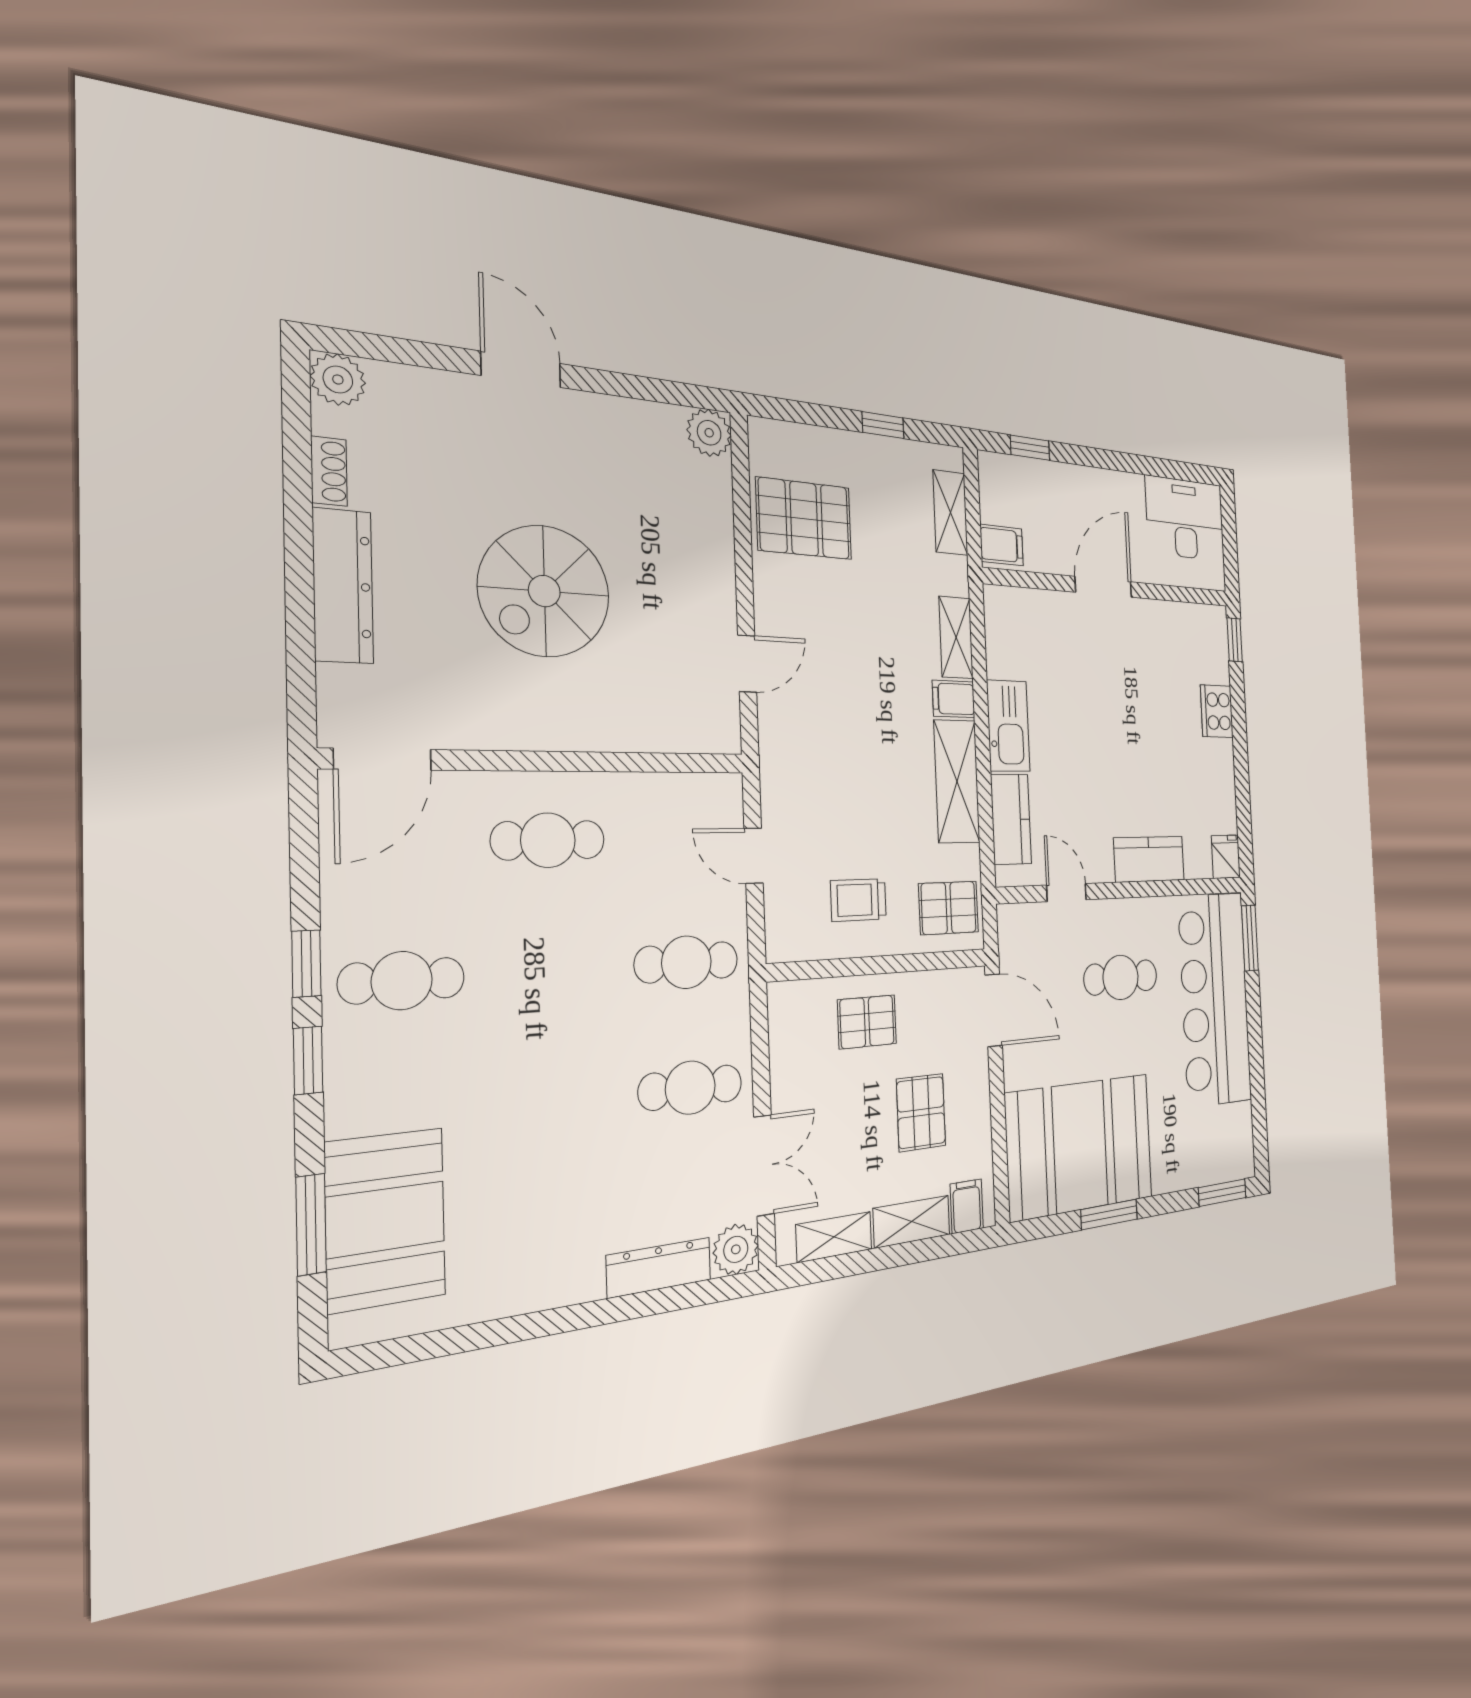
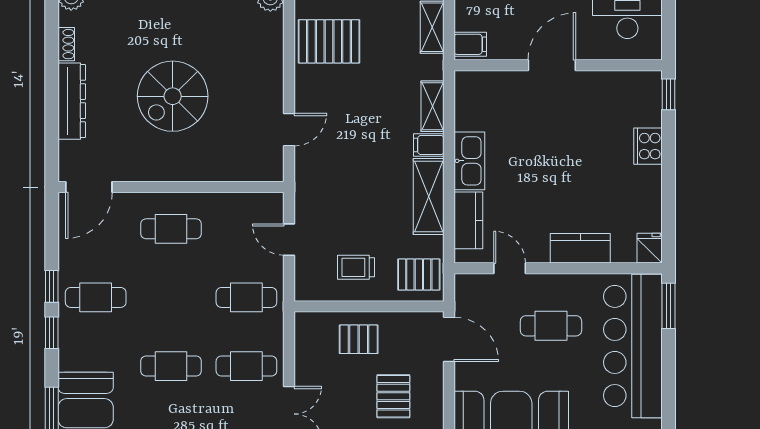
cafe table: (555, 1103) -> (171, 366), added

